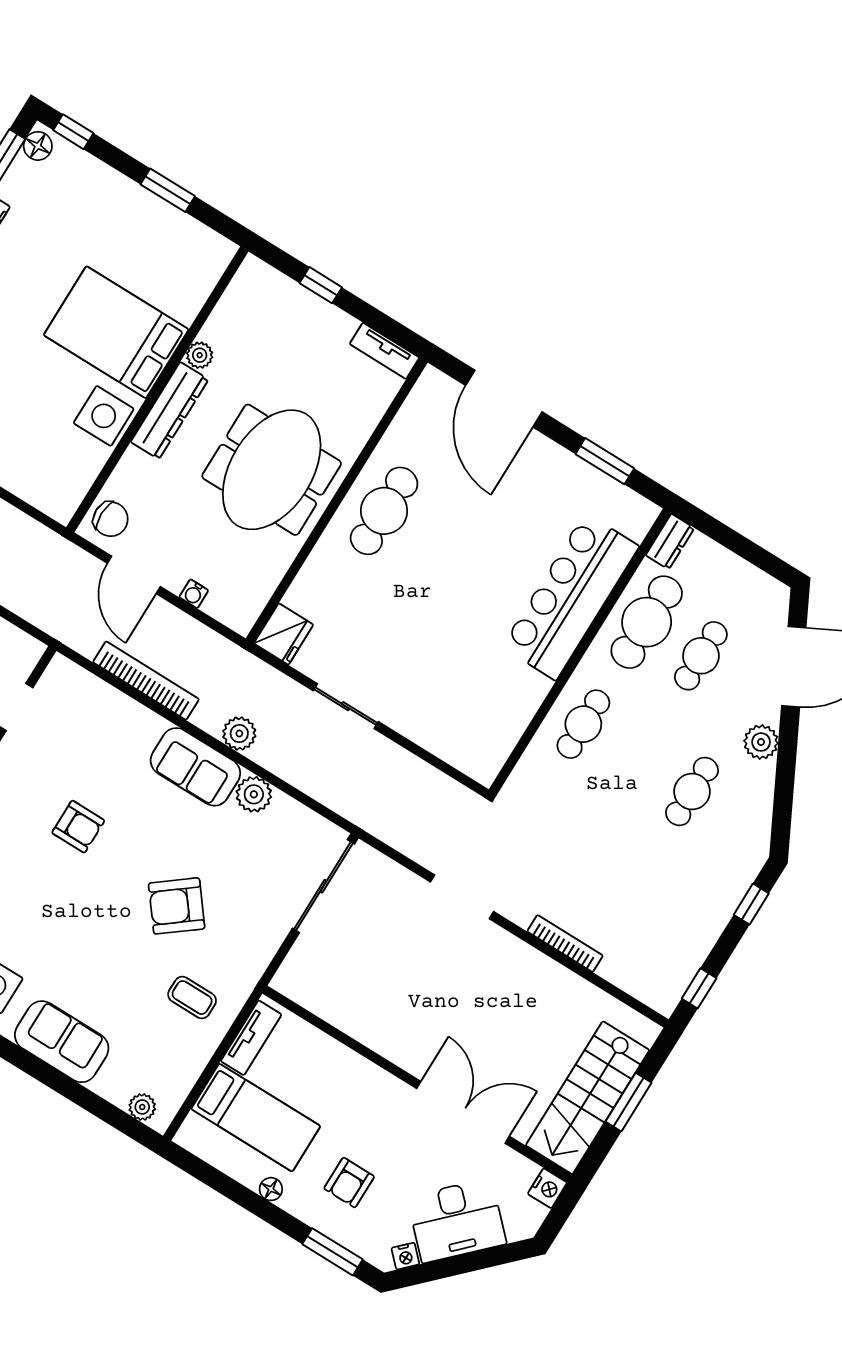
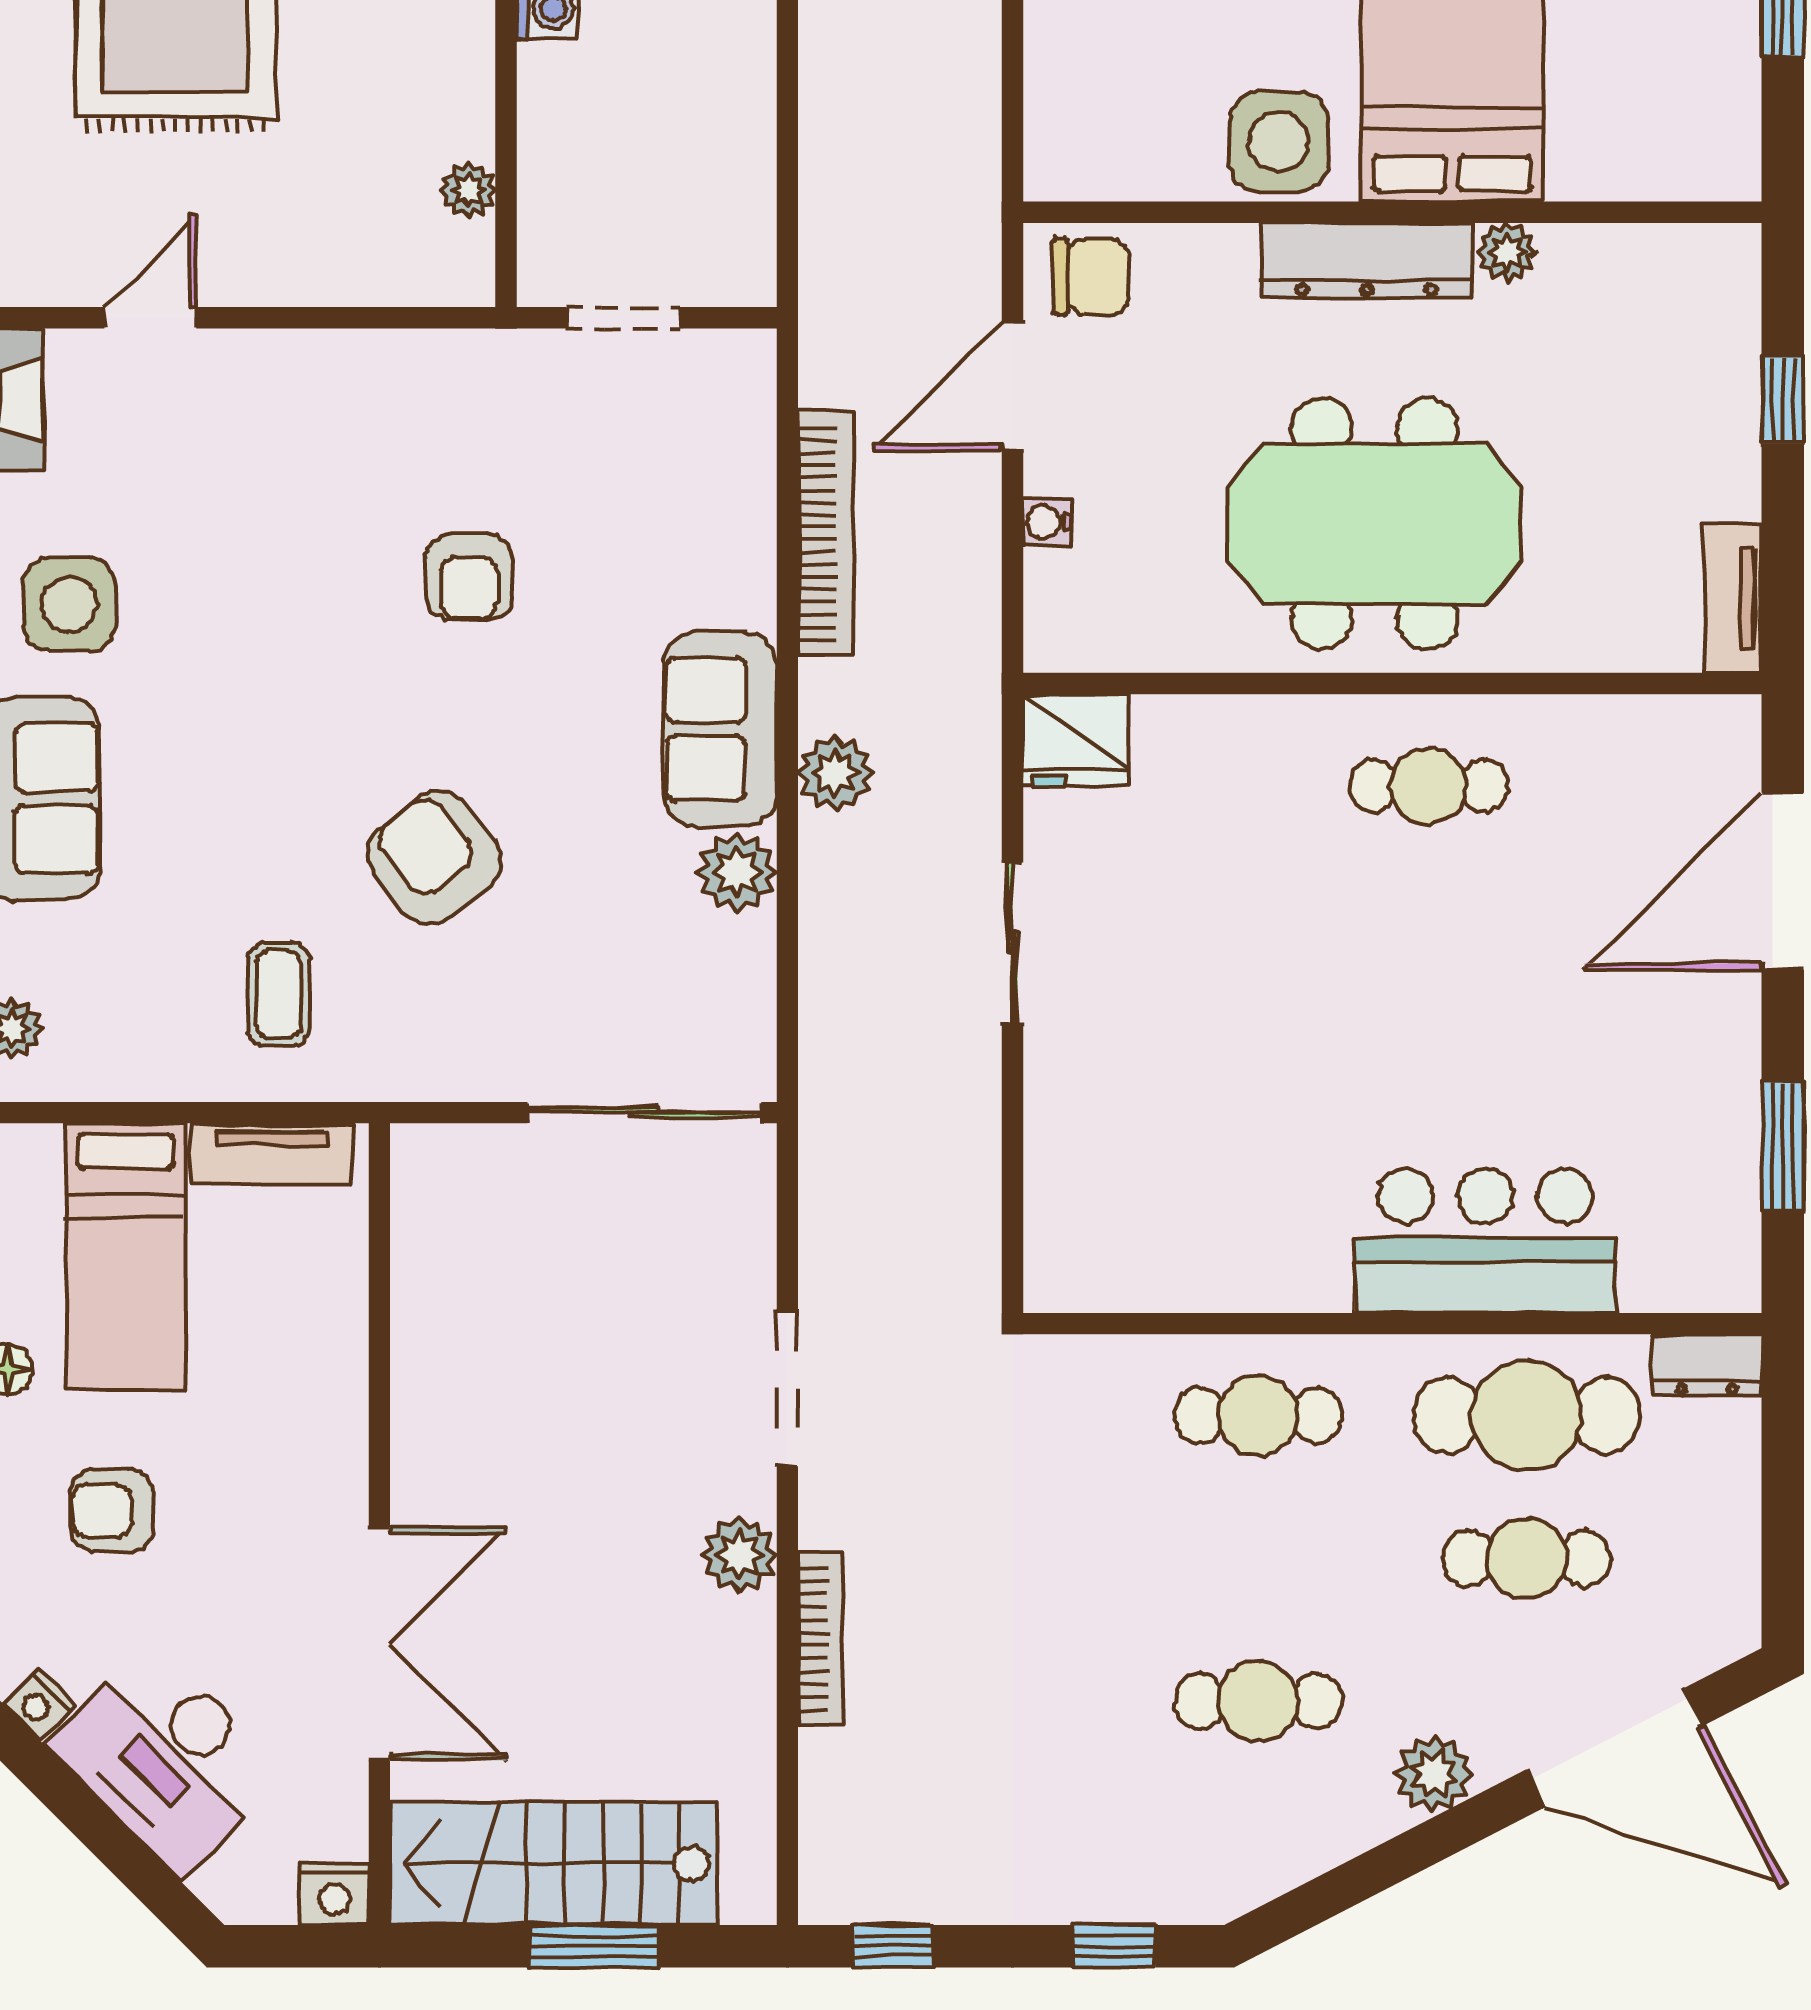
cafe table: (384, 511) -> (1429, 786), width x0.73, depth x0.74
chair: (111, 519) -> (1091, 276), turned -90
bar counter: (570, 597) -> (1485, 1241), width x0.73
plant: (514, 955) -> (739, 1555), added

